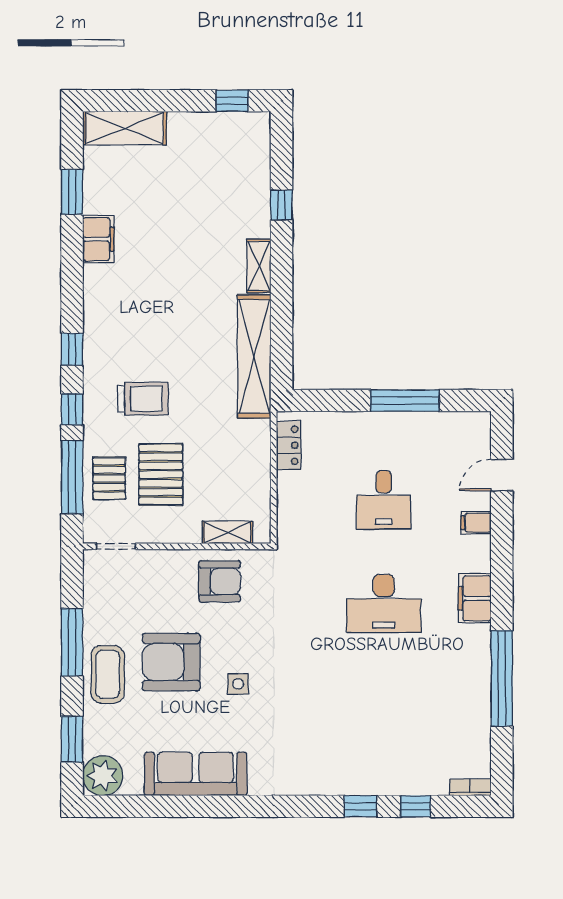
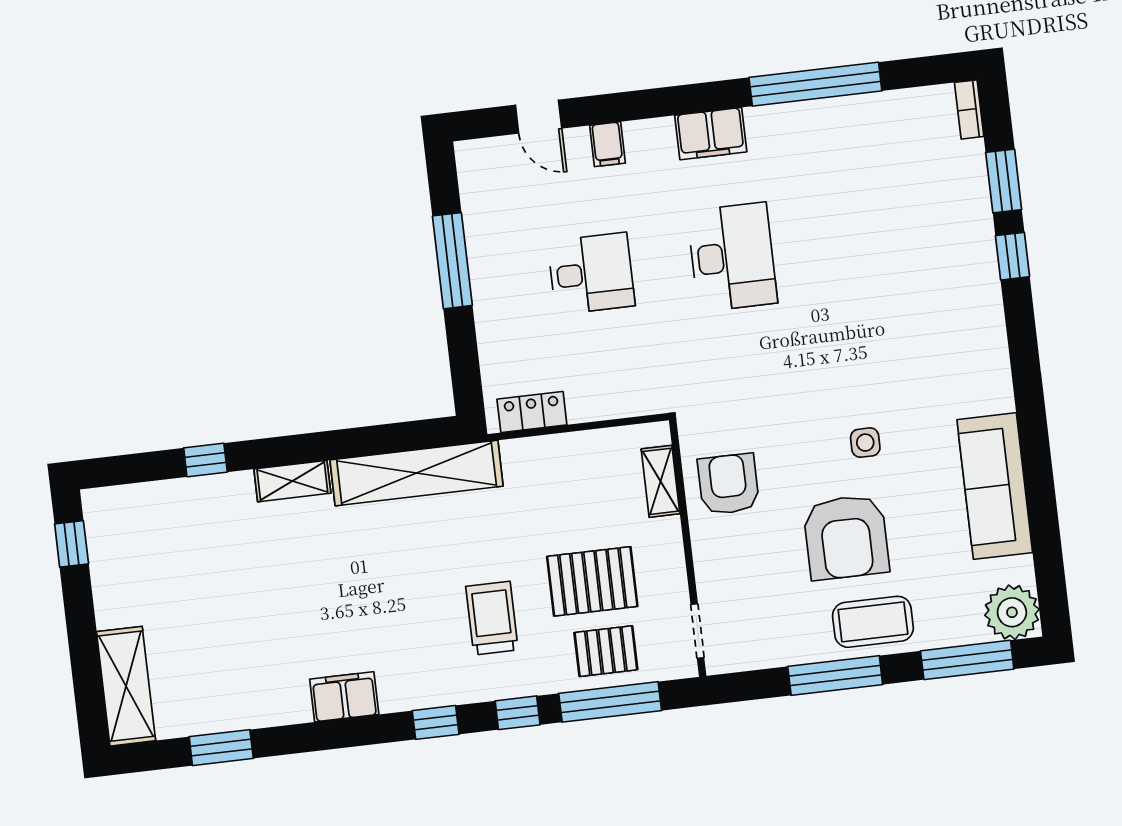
filing cabinet: (98, 239) -> (344, 697), moved
window: (72, 739) -> (967, 660), width x1.44
window: (416, 806) -> (1004, 181), width x1.50

